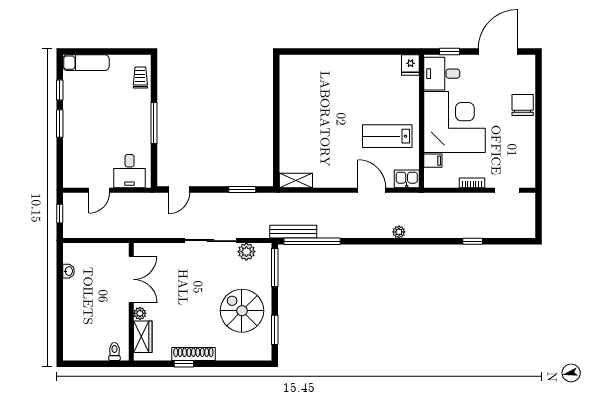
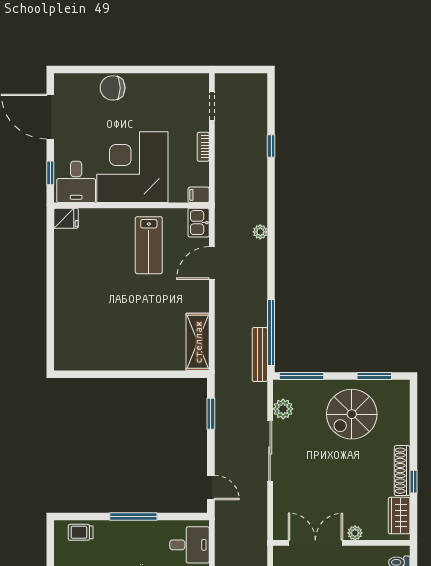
filing cabinet: (433, 161) -> (199, 195), moved, turned -90
shelving: (296, 181) -> (198, 342), width x1.50, depth x1.33
wardrobe: (143, 337) -> (399, 516), moved, turned -90

